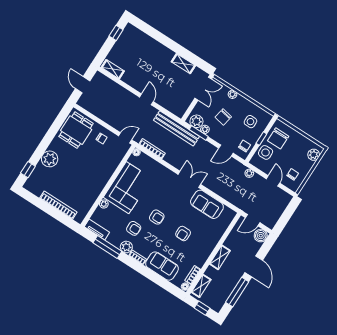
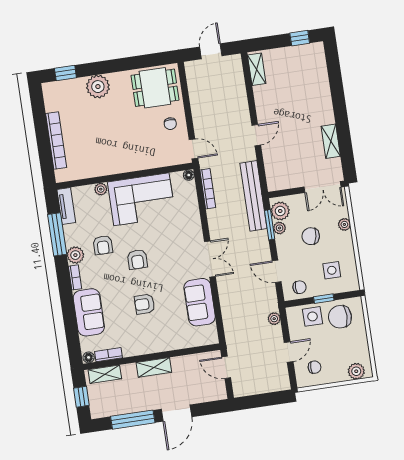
boiler: (261, 236) -> (217, 391), removed

